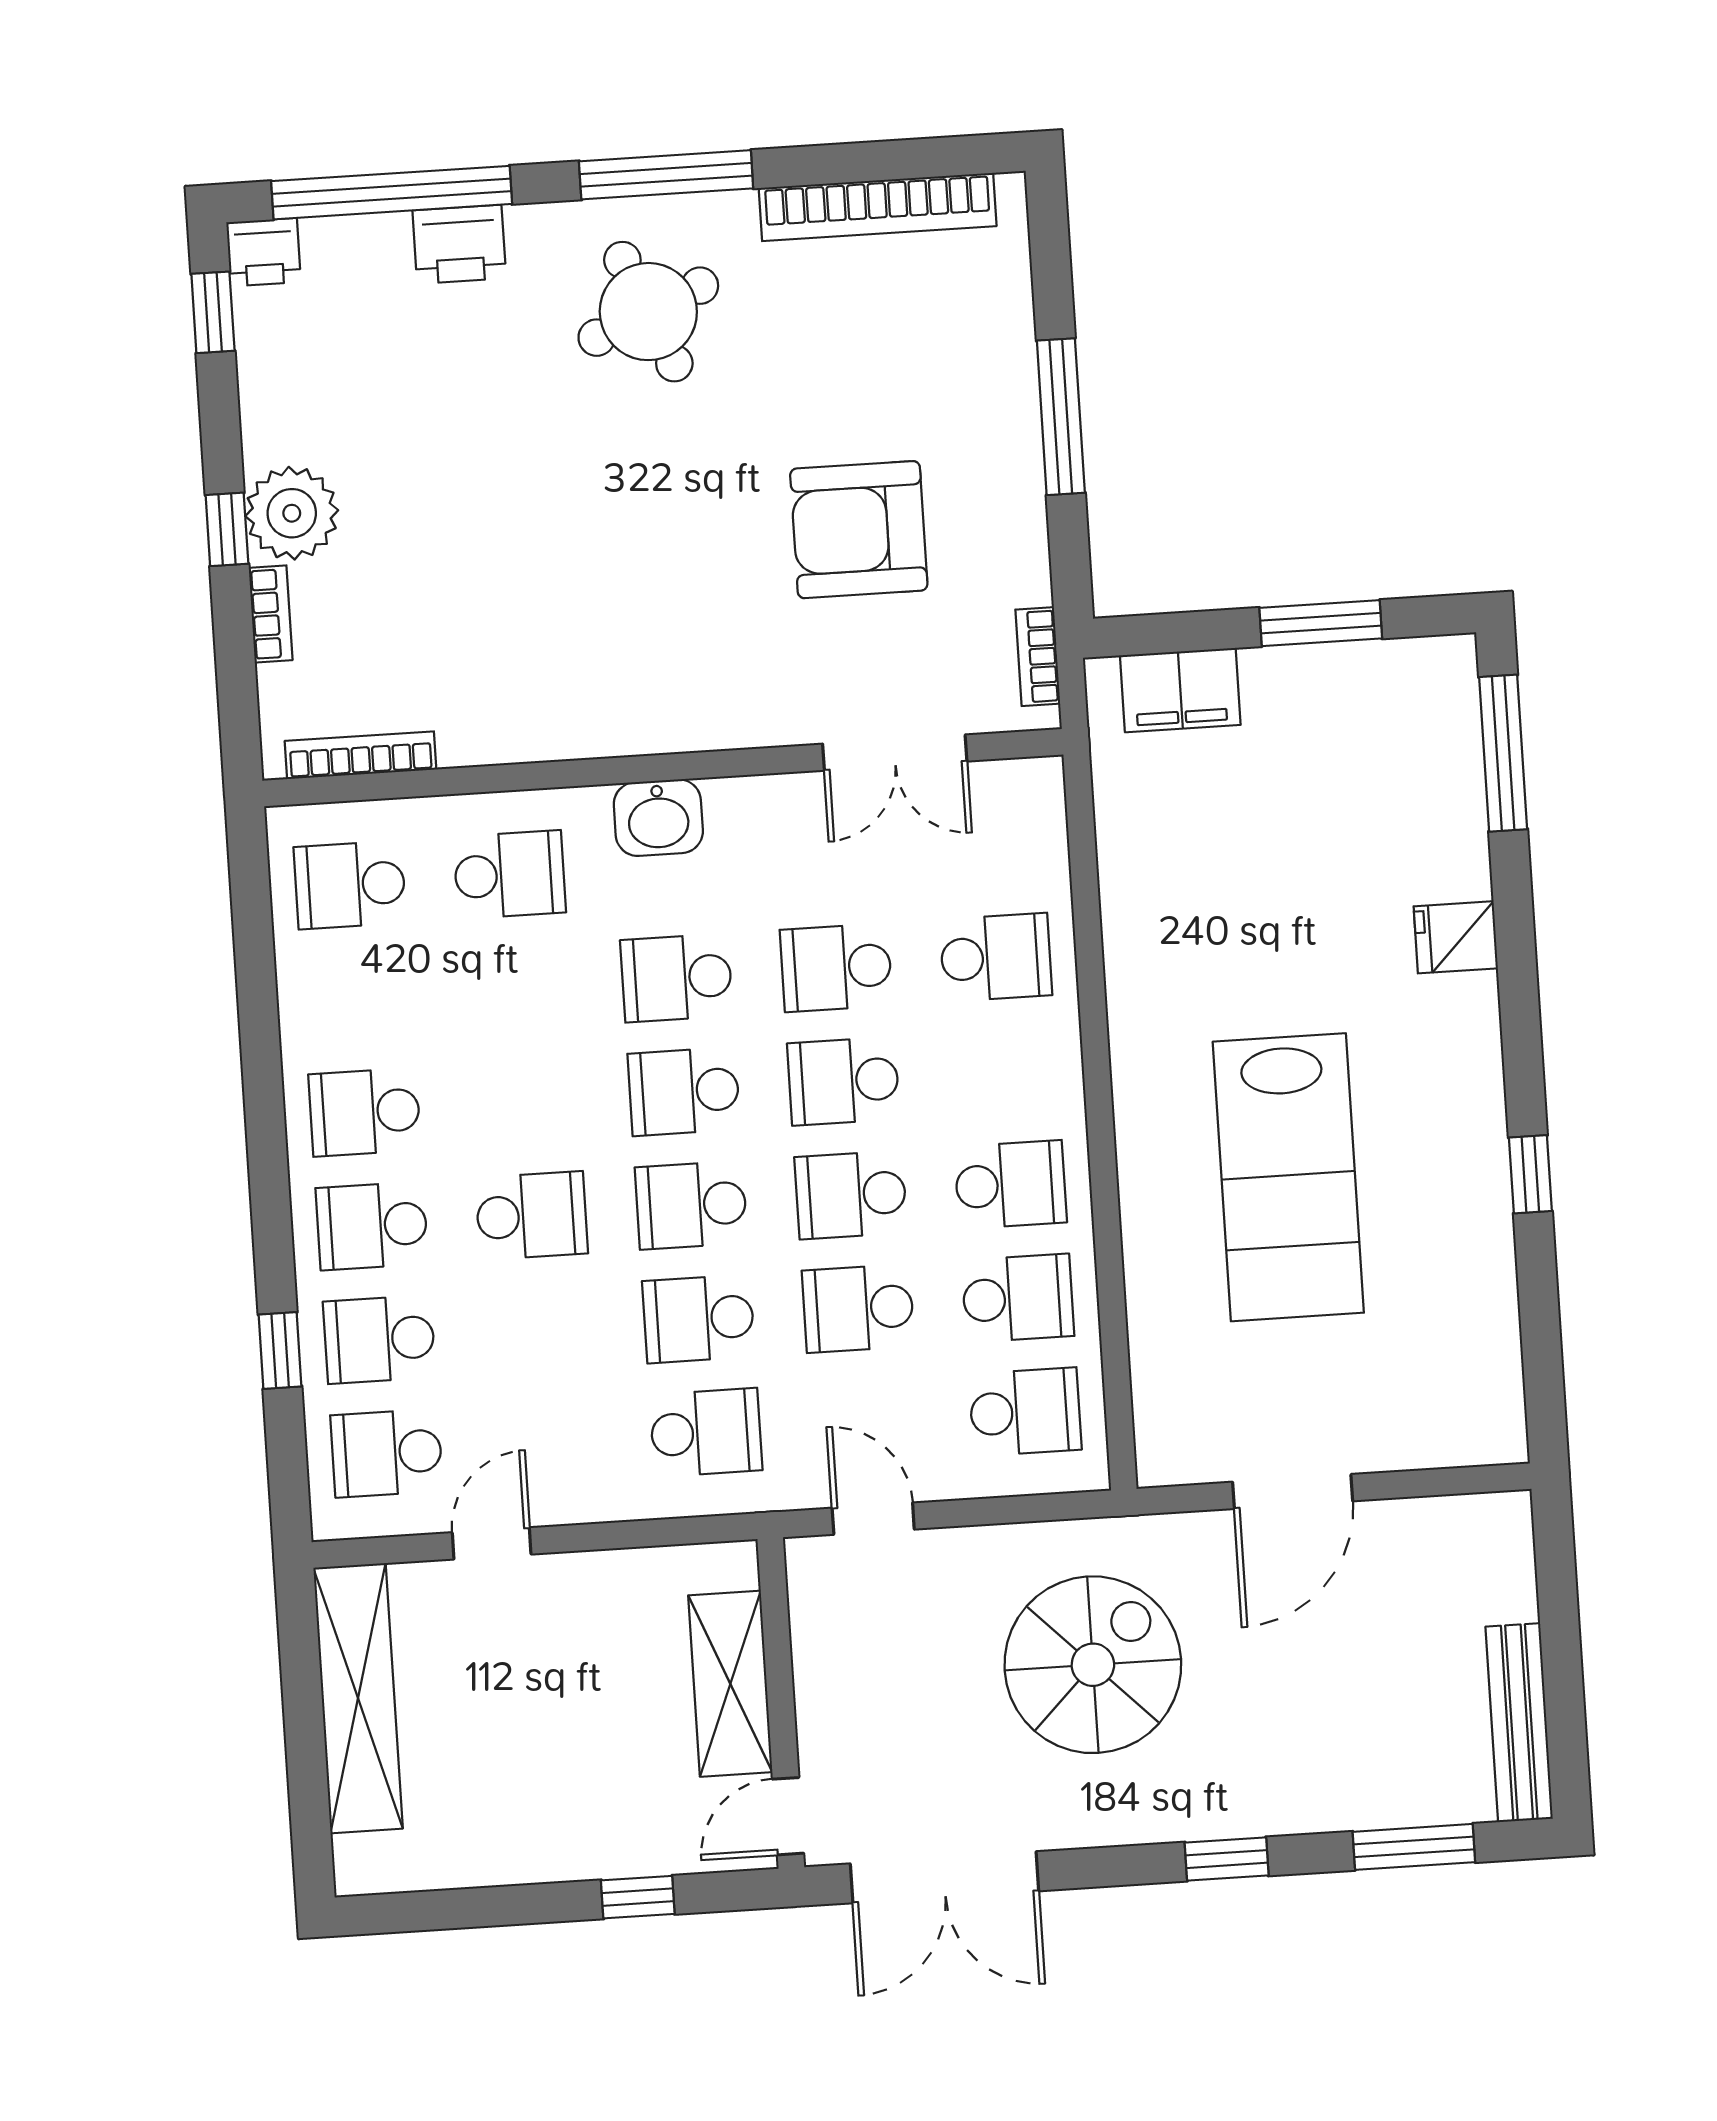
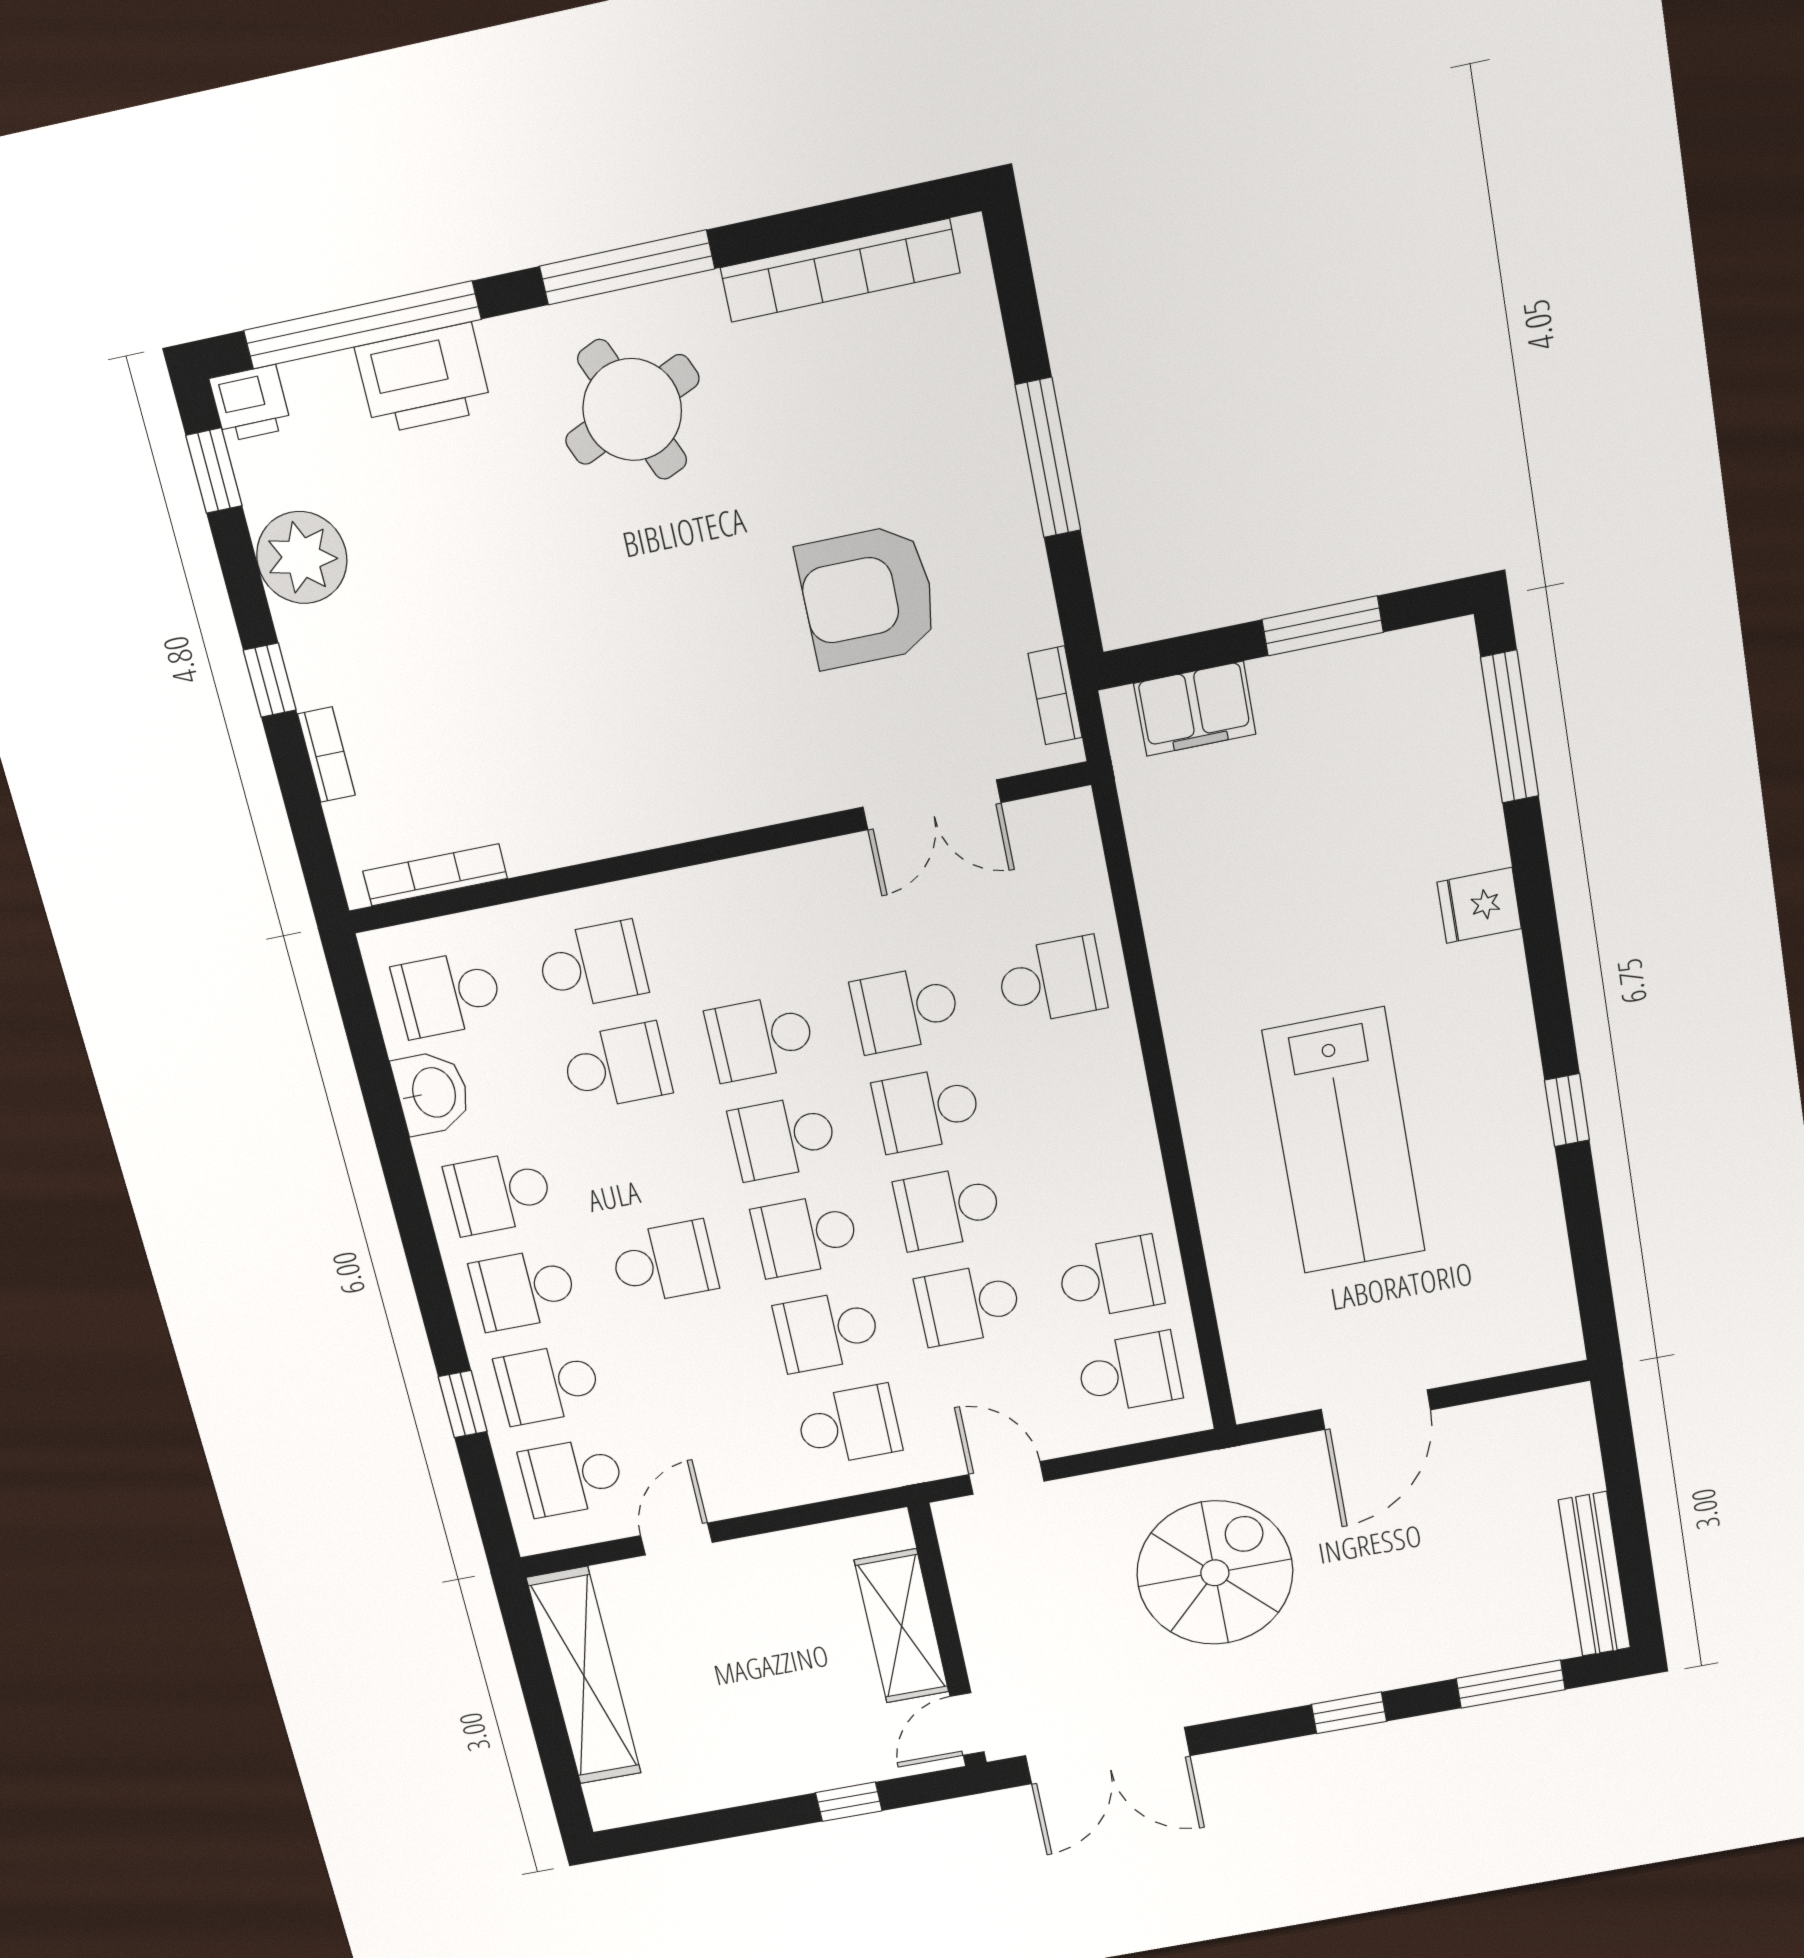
printer: (459, 244) -> (423, 379), width x1.37, depth x1.19
plant: (292, 513) -> (302, 558), moved
washbasin: (658, 818) -> (432, 1093), moved, turned -90
school desk: (1010, 1185) -> (616, 1066), moved

